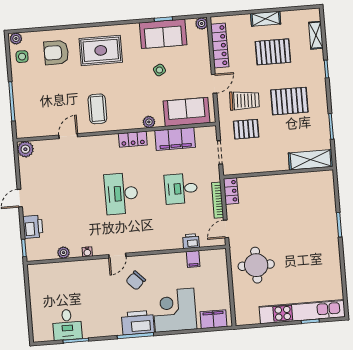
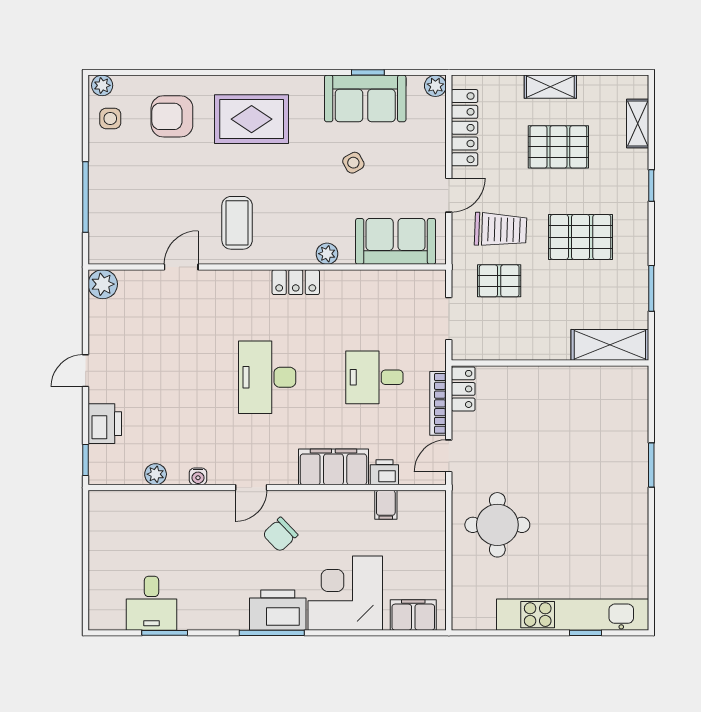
filing cabinet: (175, 139) -> (333, 467), moved, turned 180

